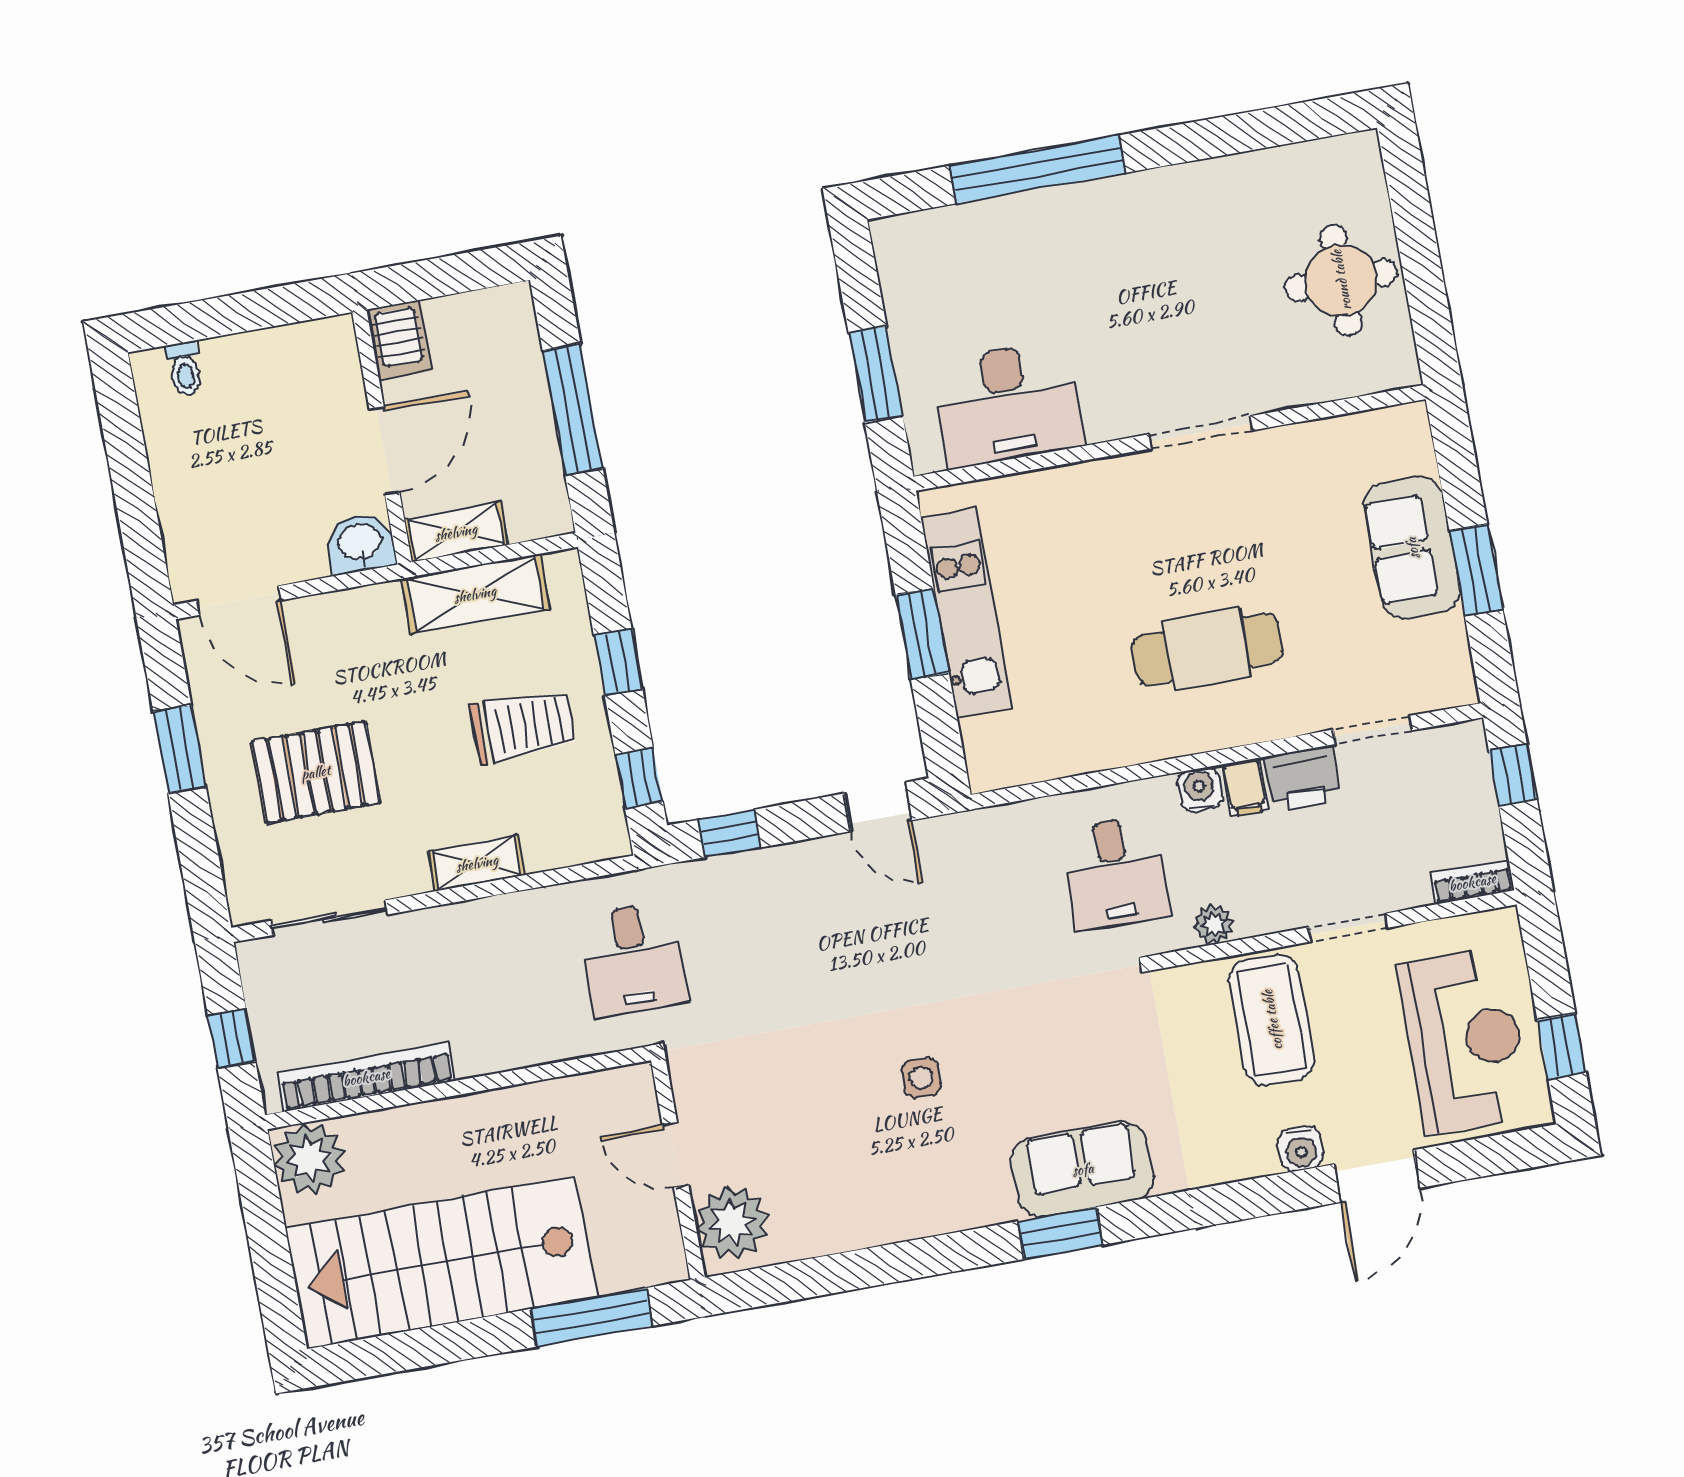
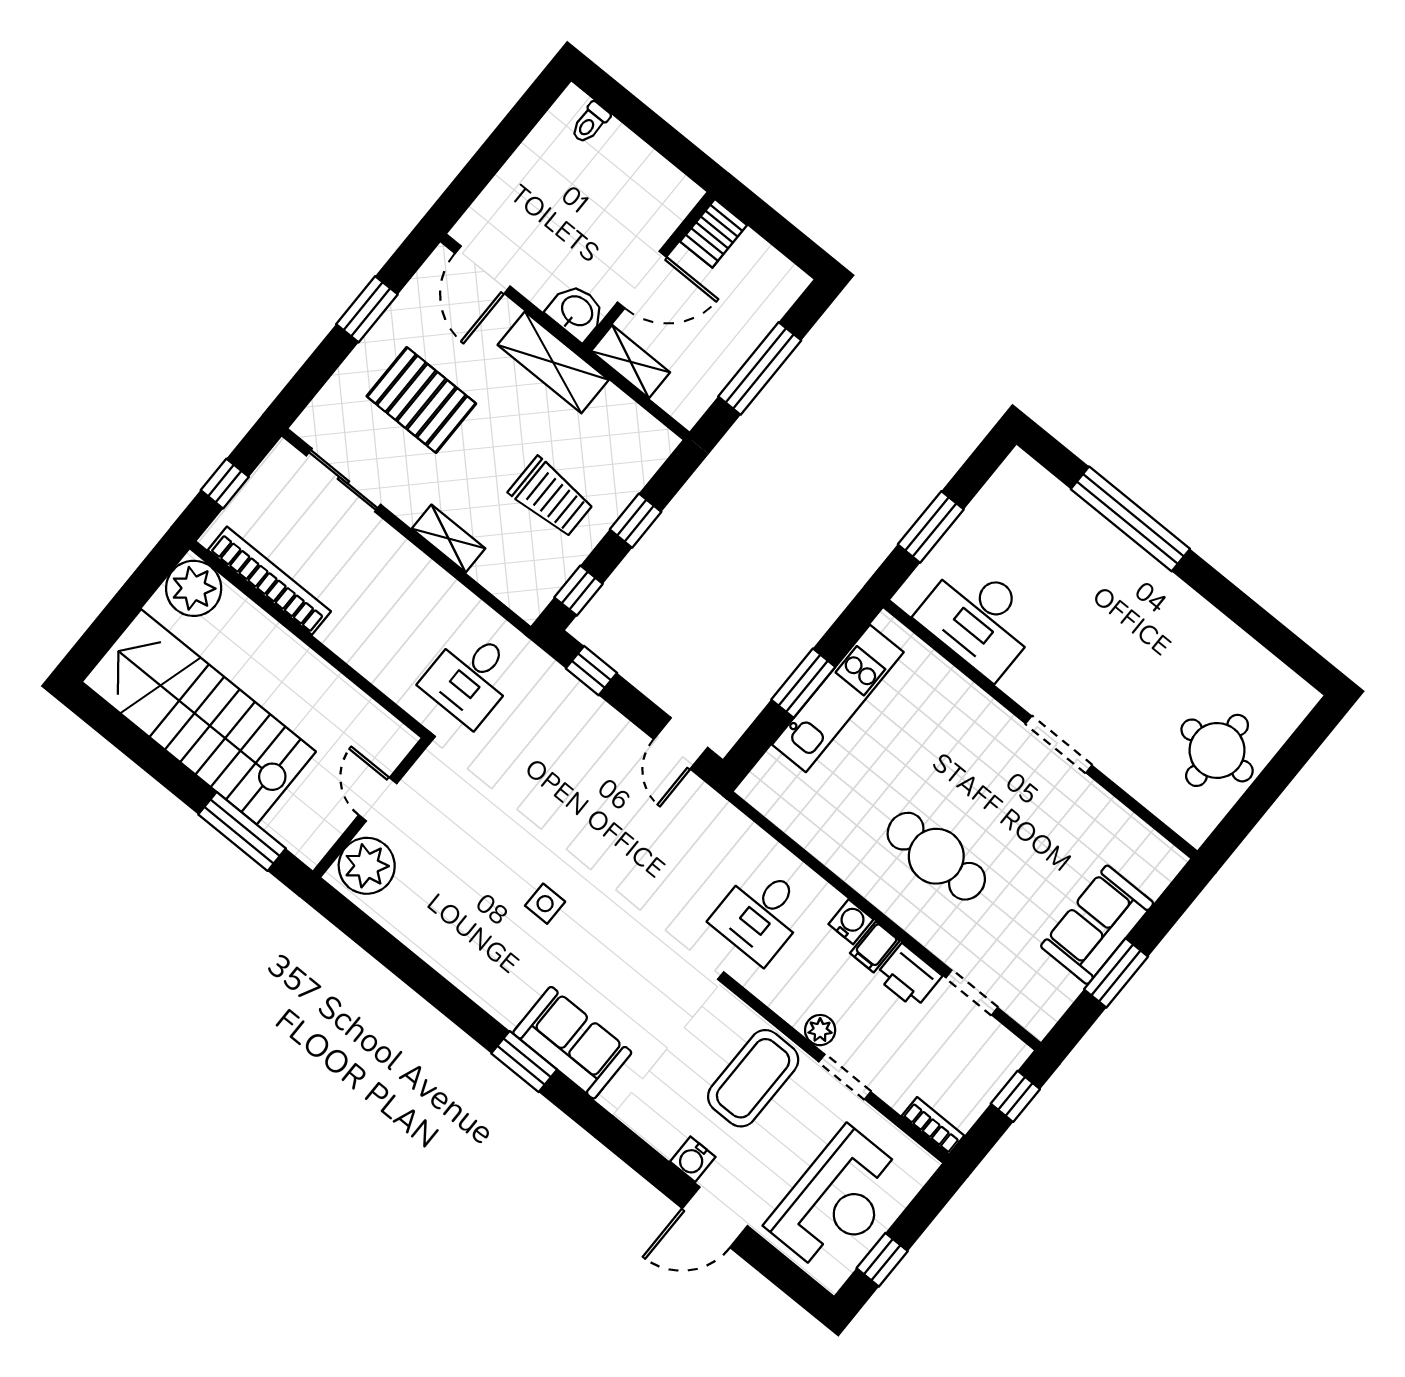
shelving: (475, 594) -> (553, 362), moved
plant: (1214, 924) -> (820, 1030), moved

